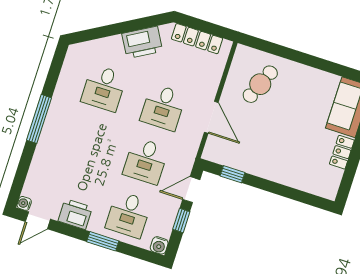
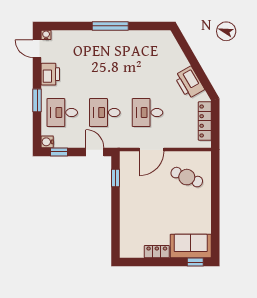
desk: (104, 88) -> (148, 65), removed
window: (181, 221) -> (59, 152), moved

